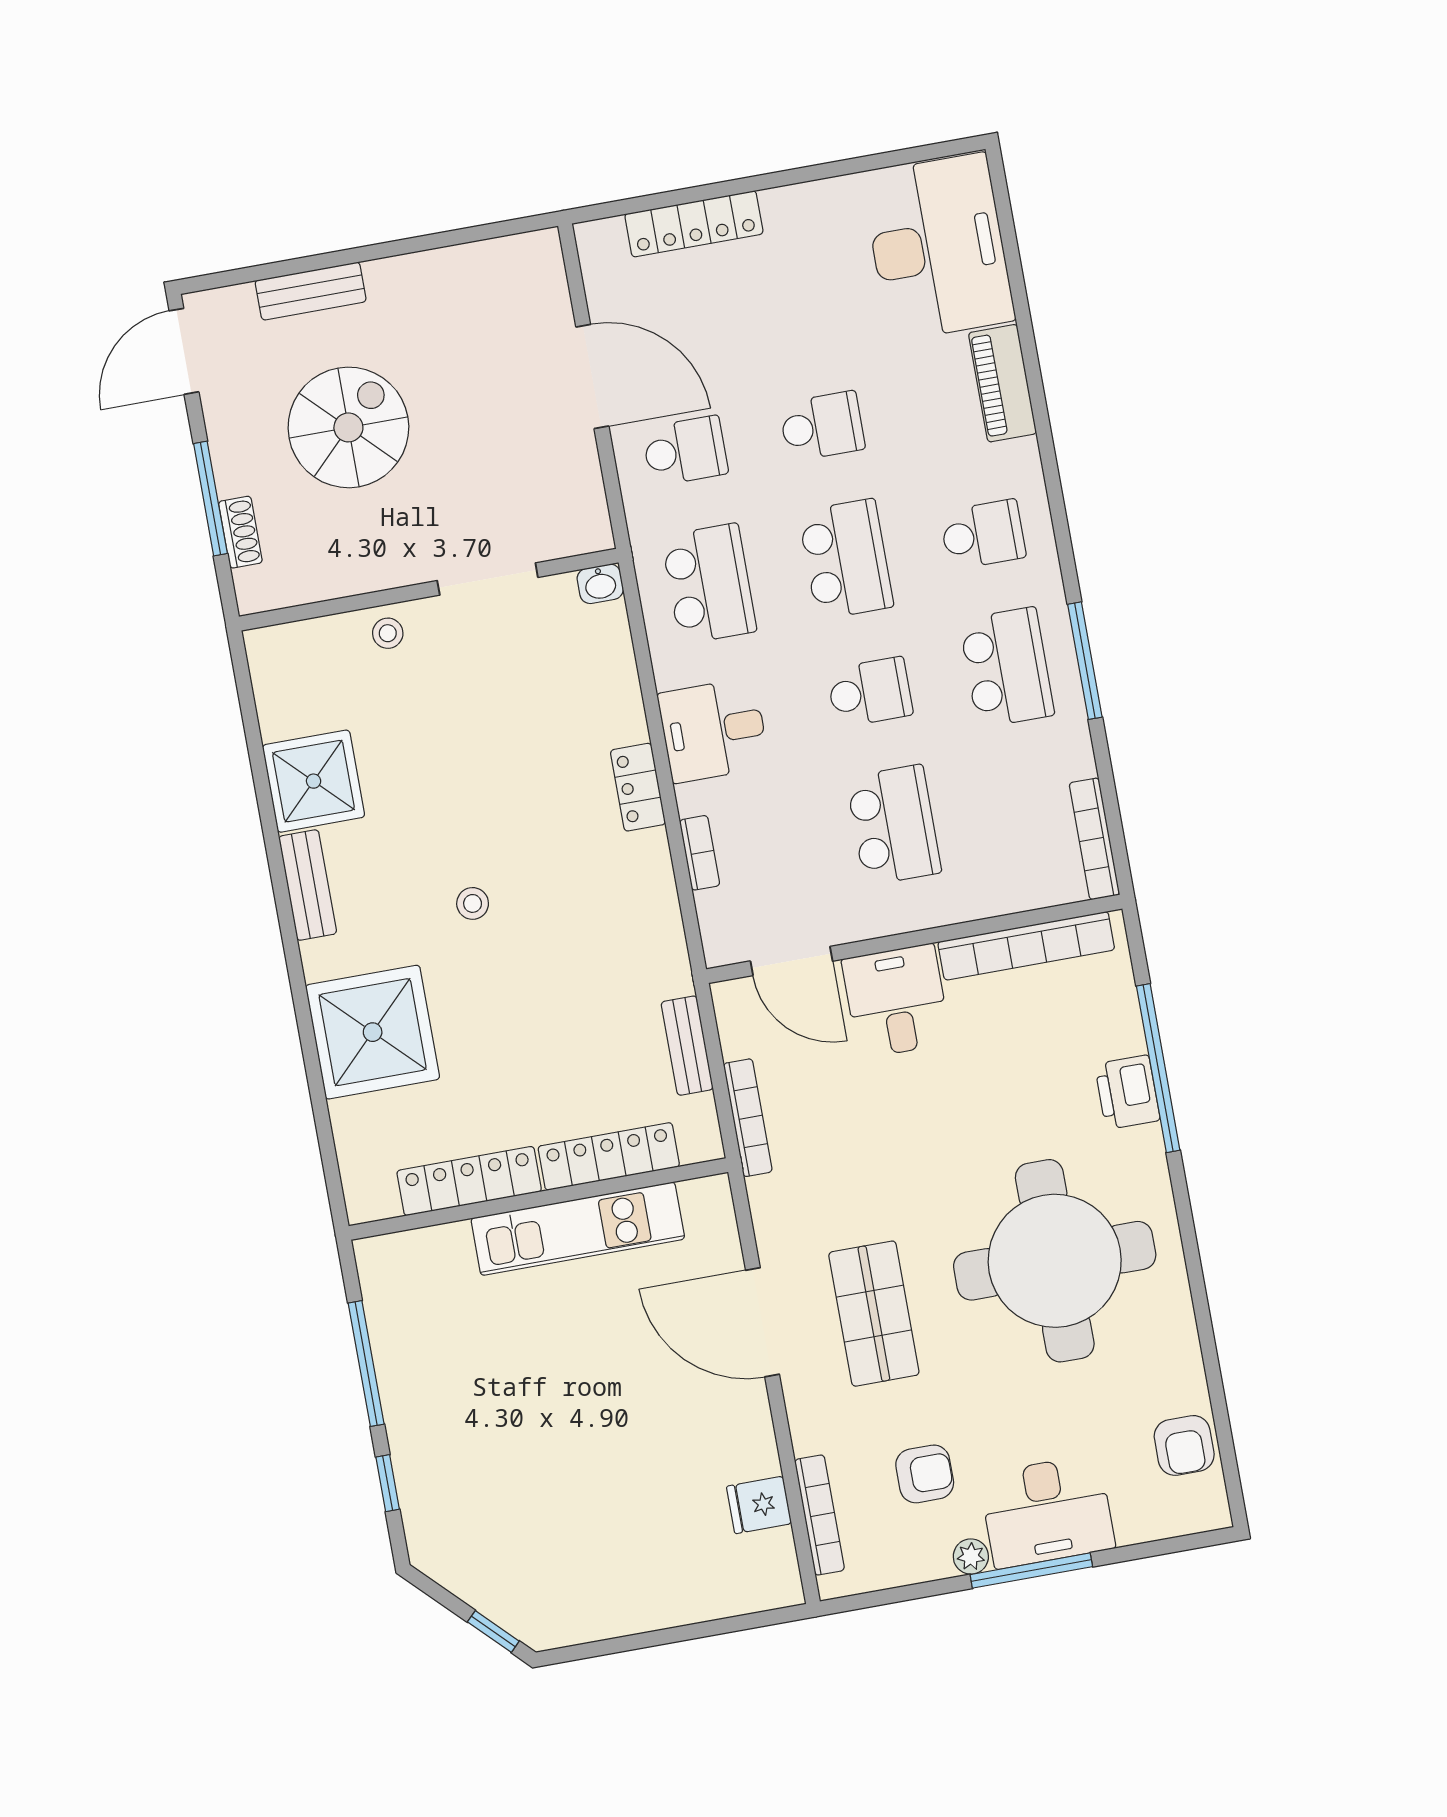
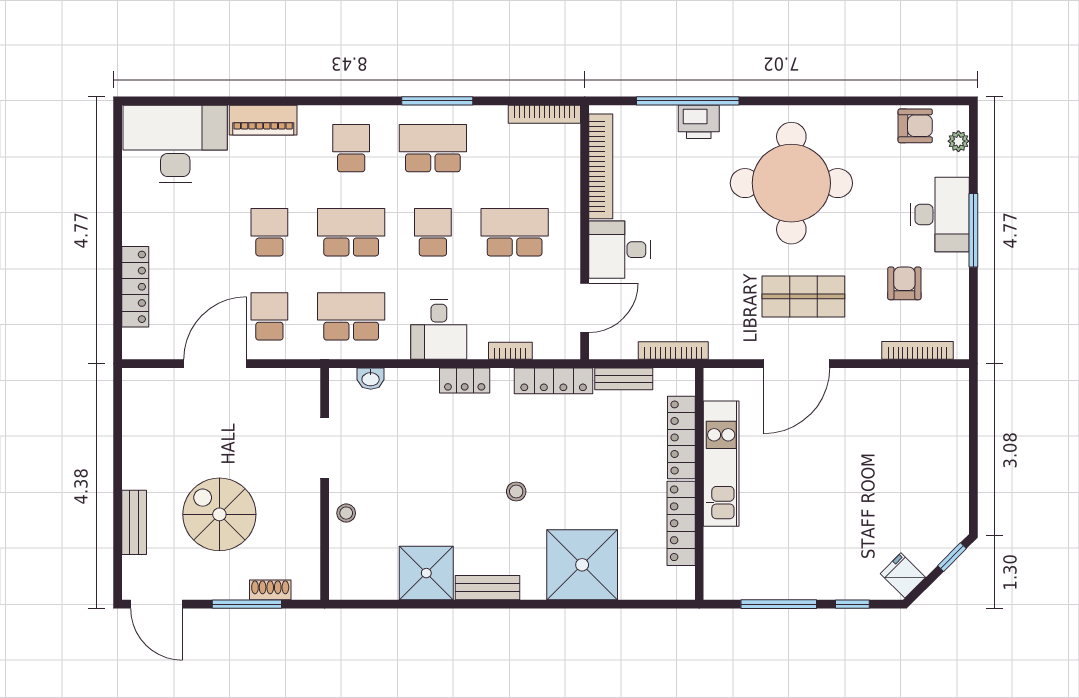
washbasin: (600, 584) -> (371, 379), moved, turned 90
locker: (663, 932) -> (554, 381), added
fridge: (759, 1505) -> (903, 575), moved, turned 135
plant: (971, 1556) -> (958, 141), moved

